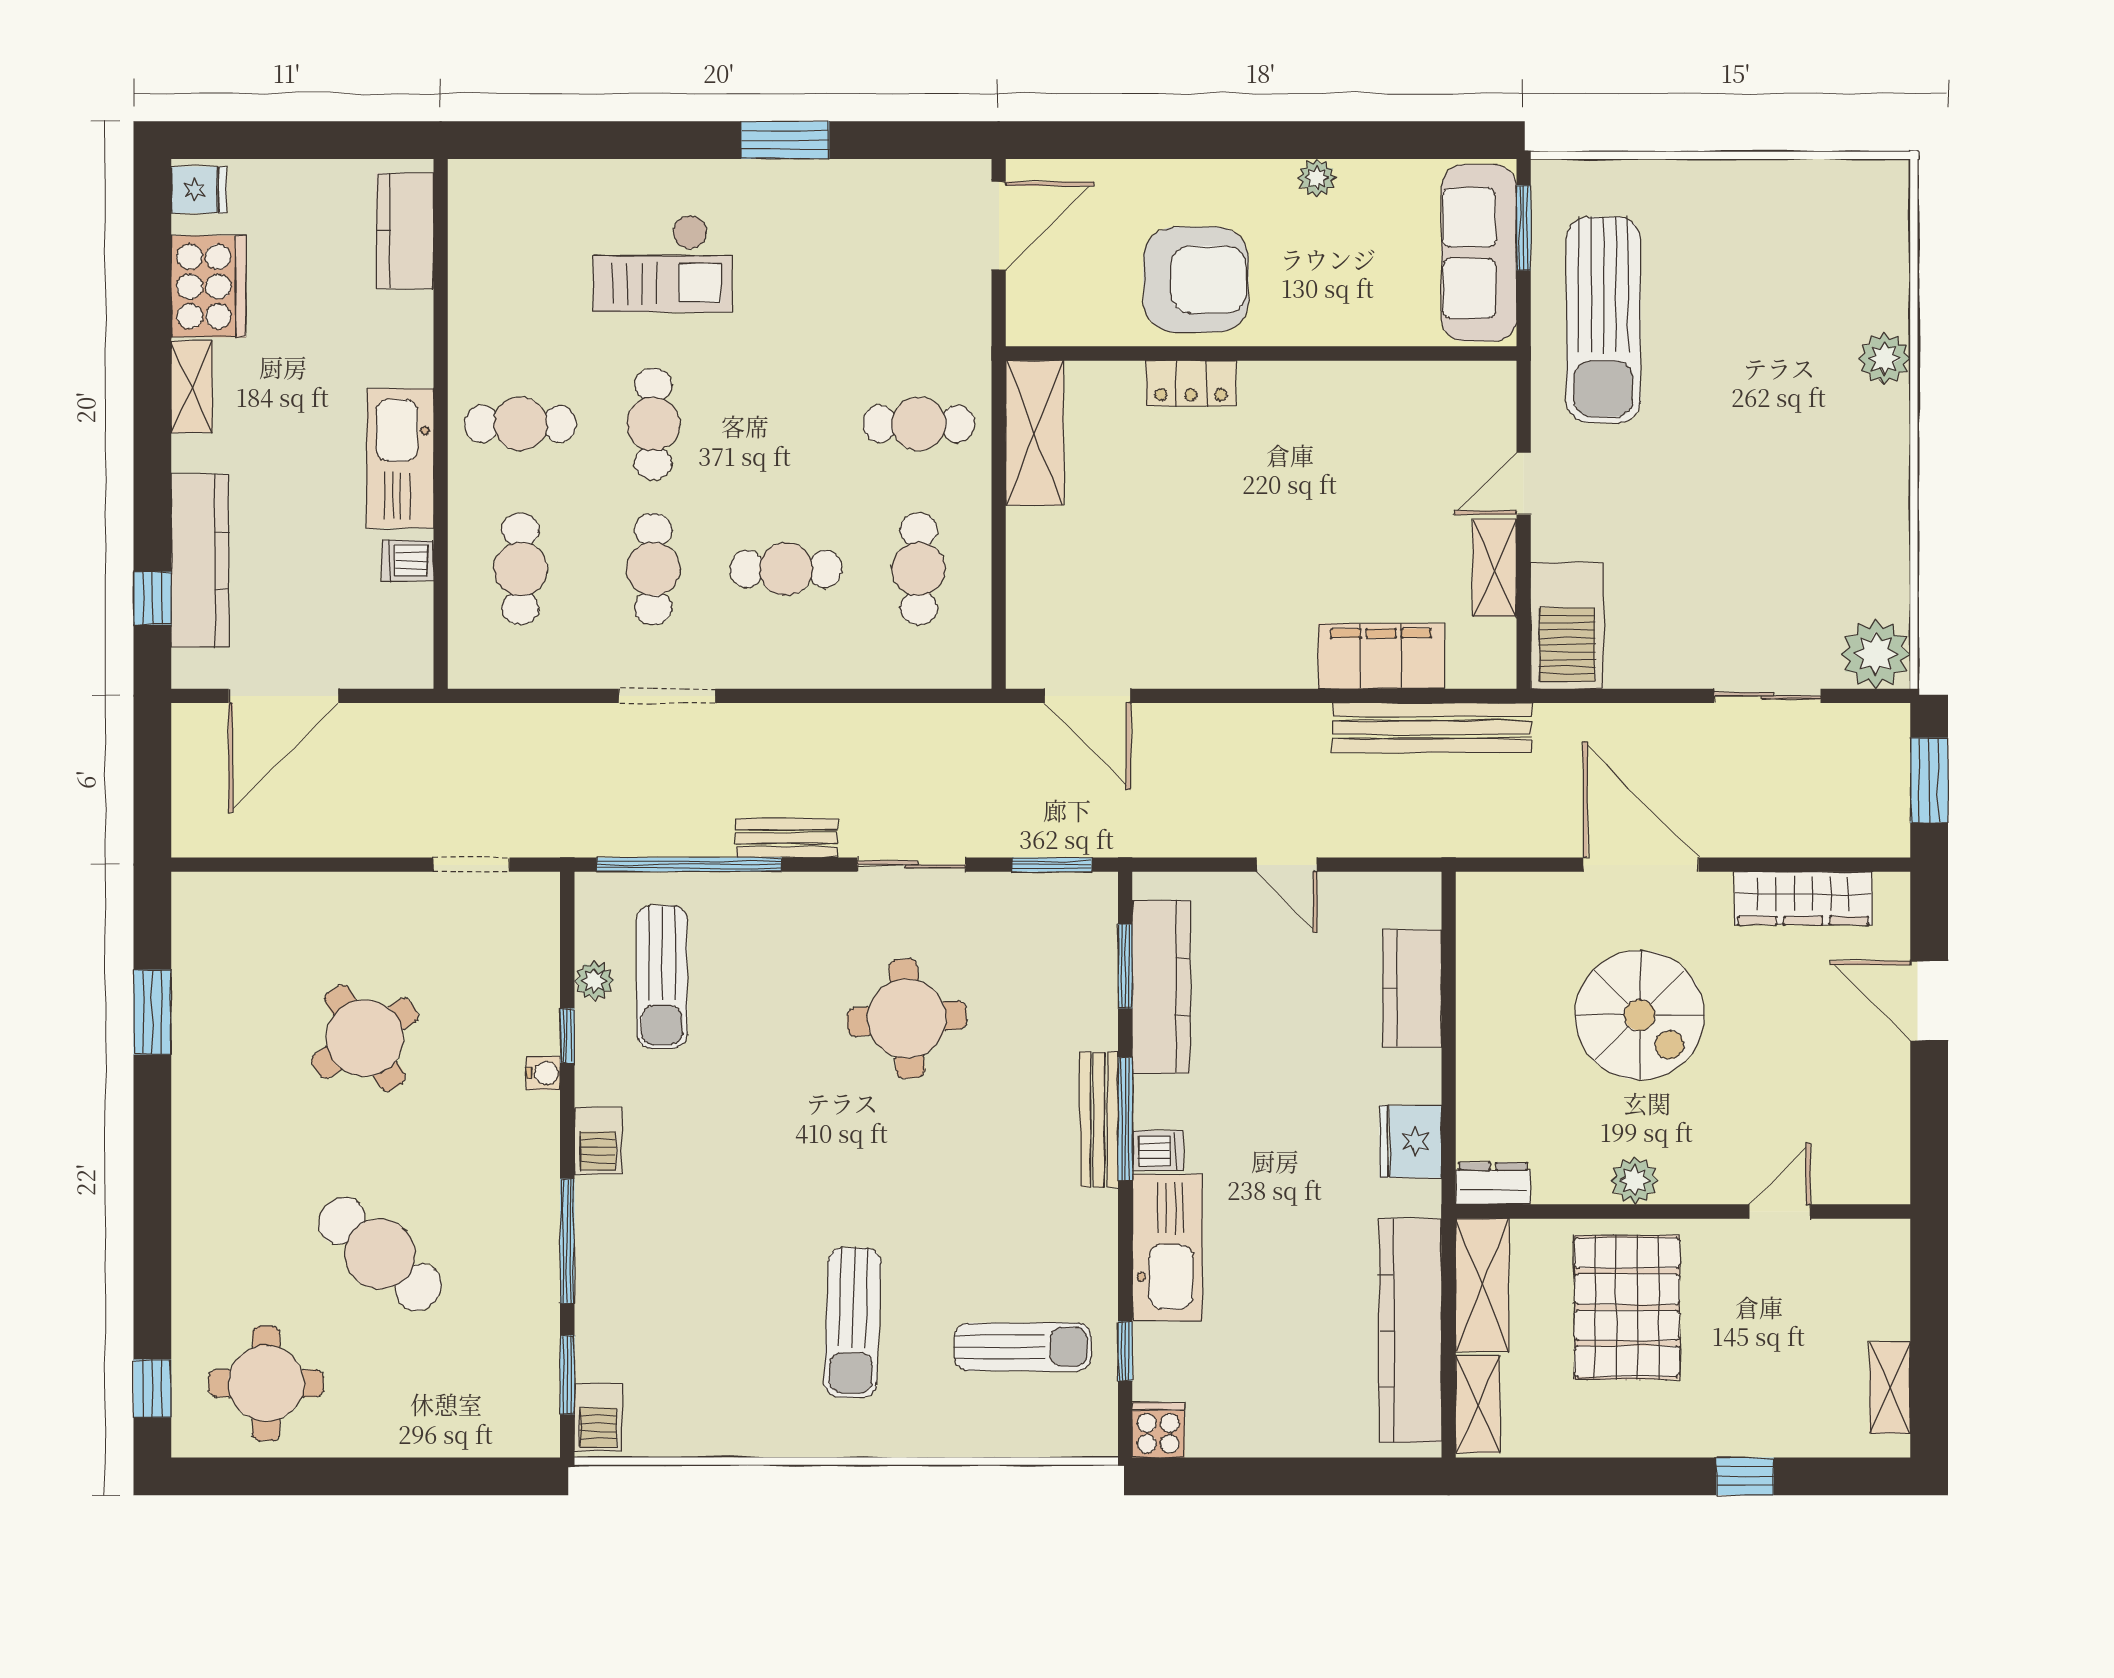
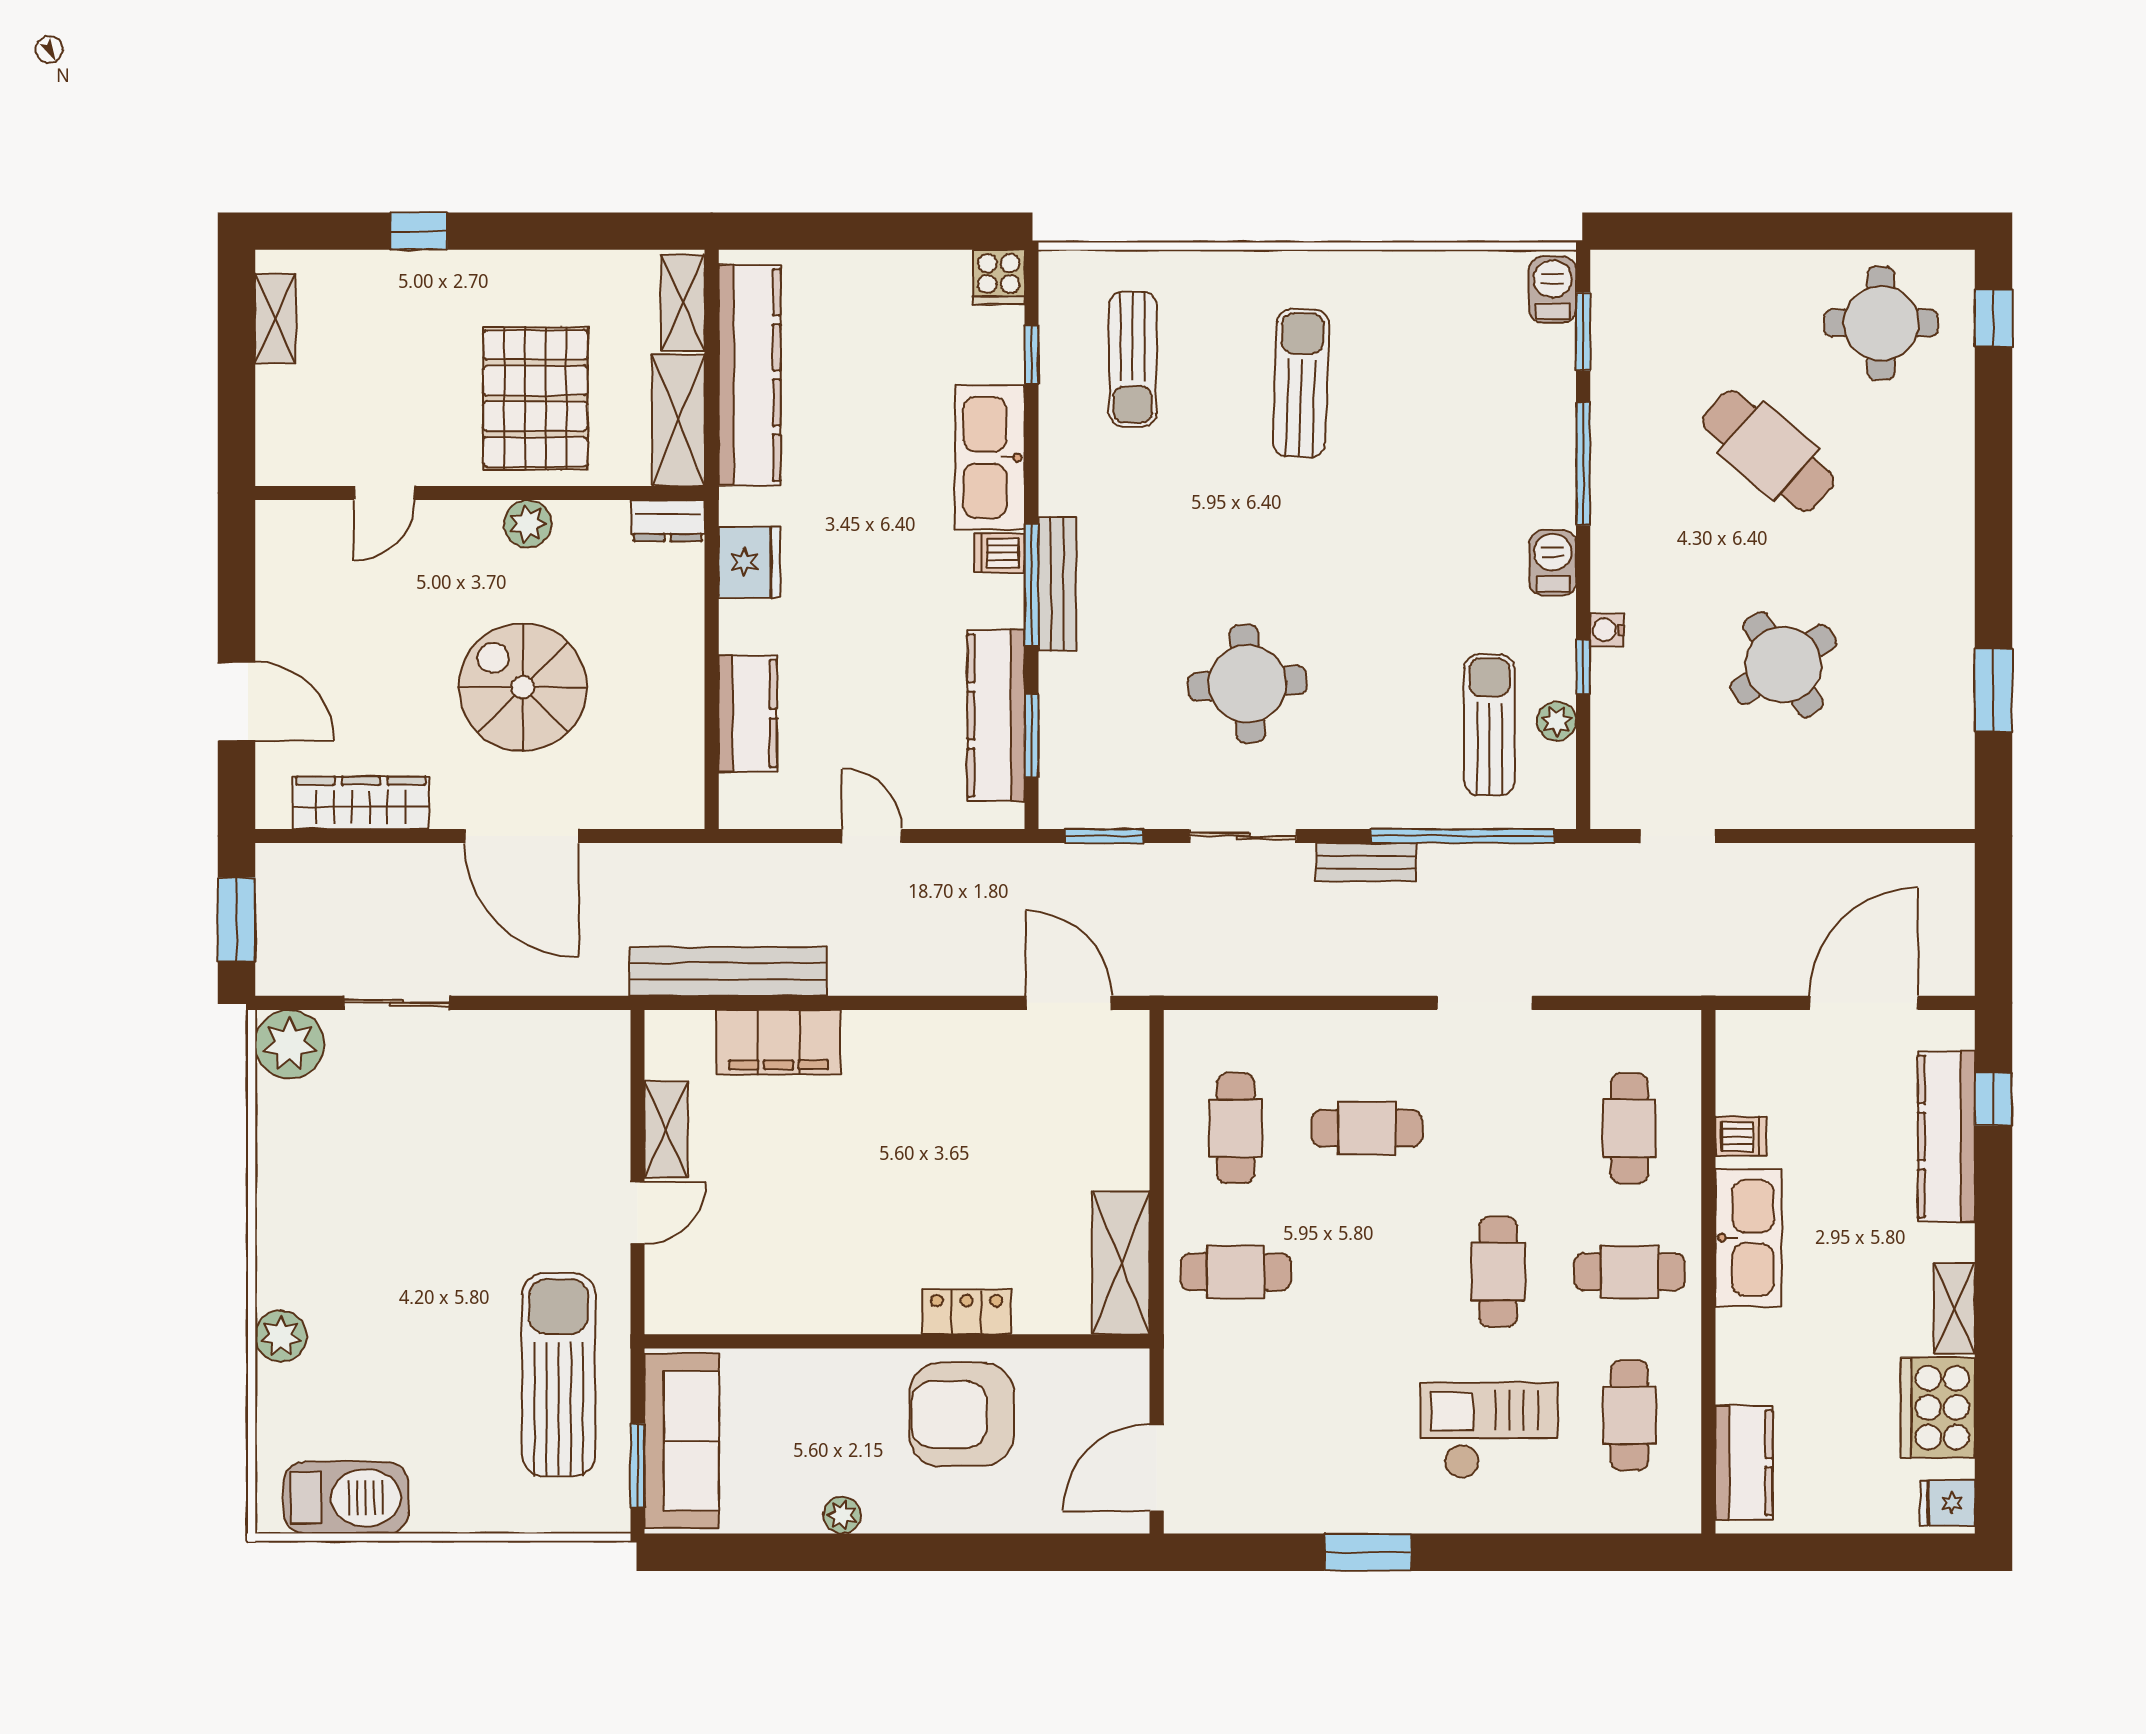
cafe table: (653, 569) -> (1629, 1415), moved
barbecue: (1567, 626) -> (346, 1498), moved, turned 90
sun lounger: (1023, 1347) -> (1133, 359), turned -90

